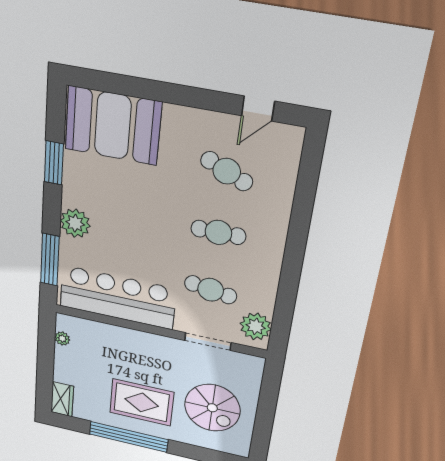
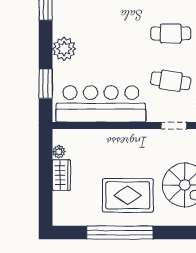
window: (50, 260) -> (46, 84), width x0.69
doorway: (208, 341) -> (174, 125), width x0.73
wardrobe: (62, 399) -> (61, 175), moved

